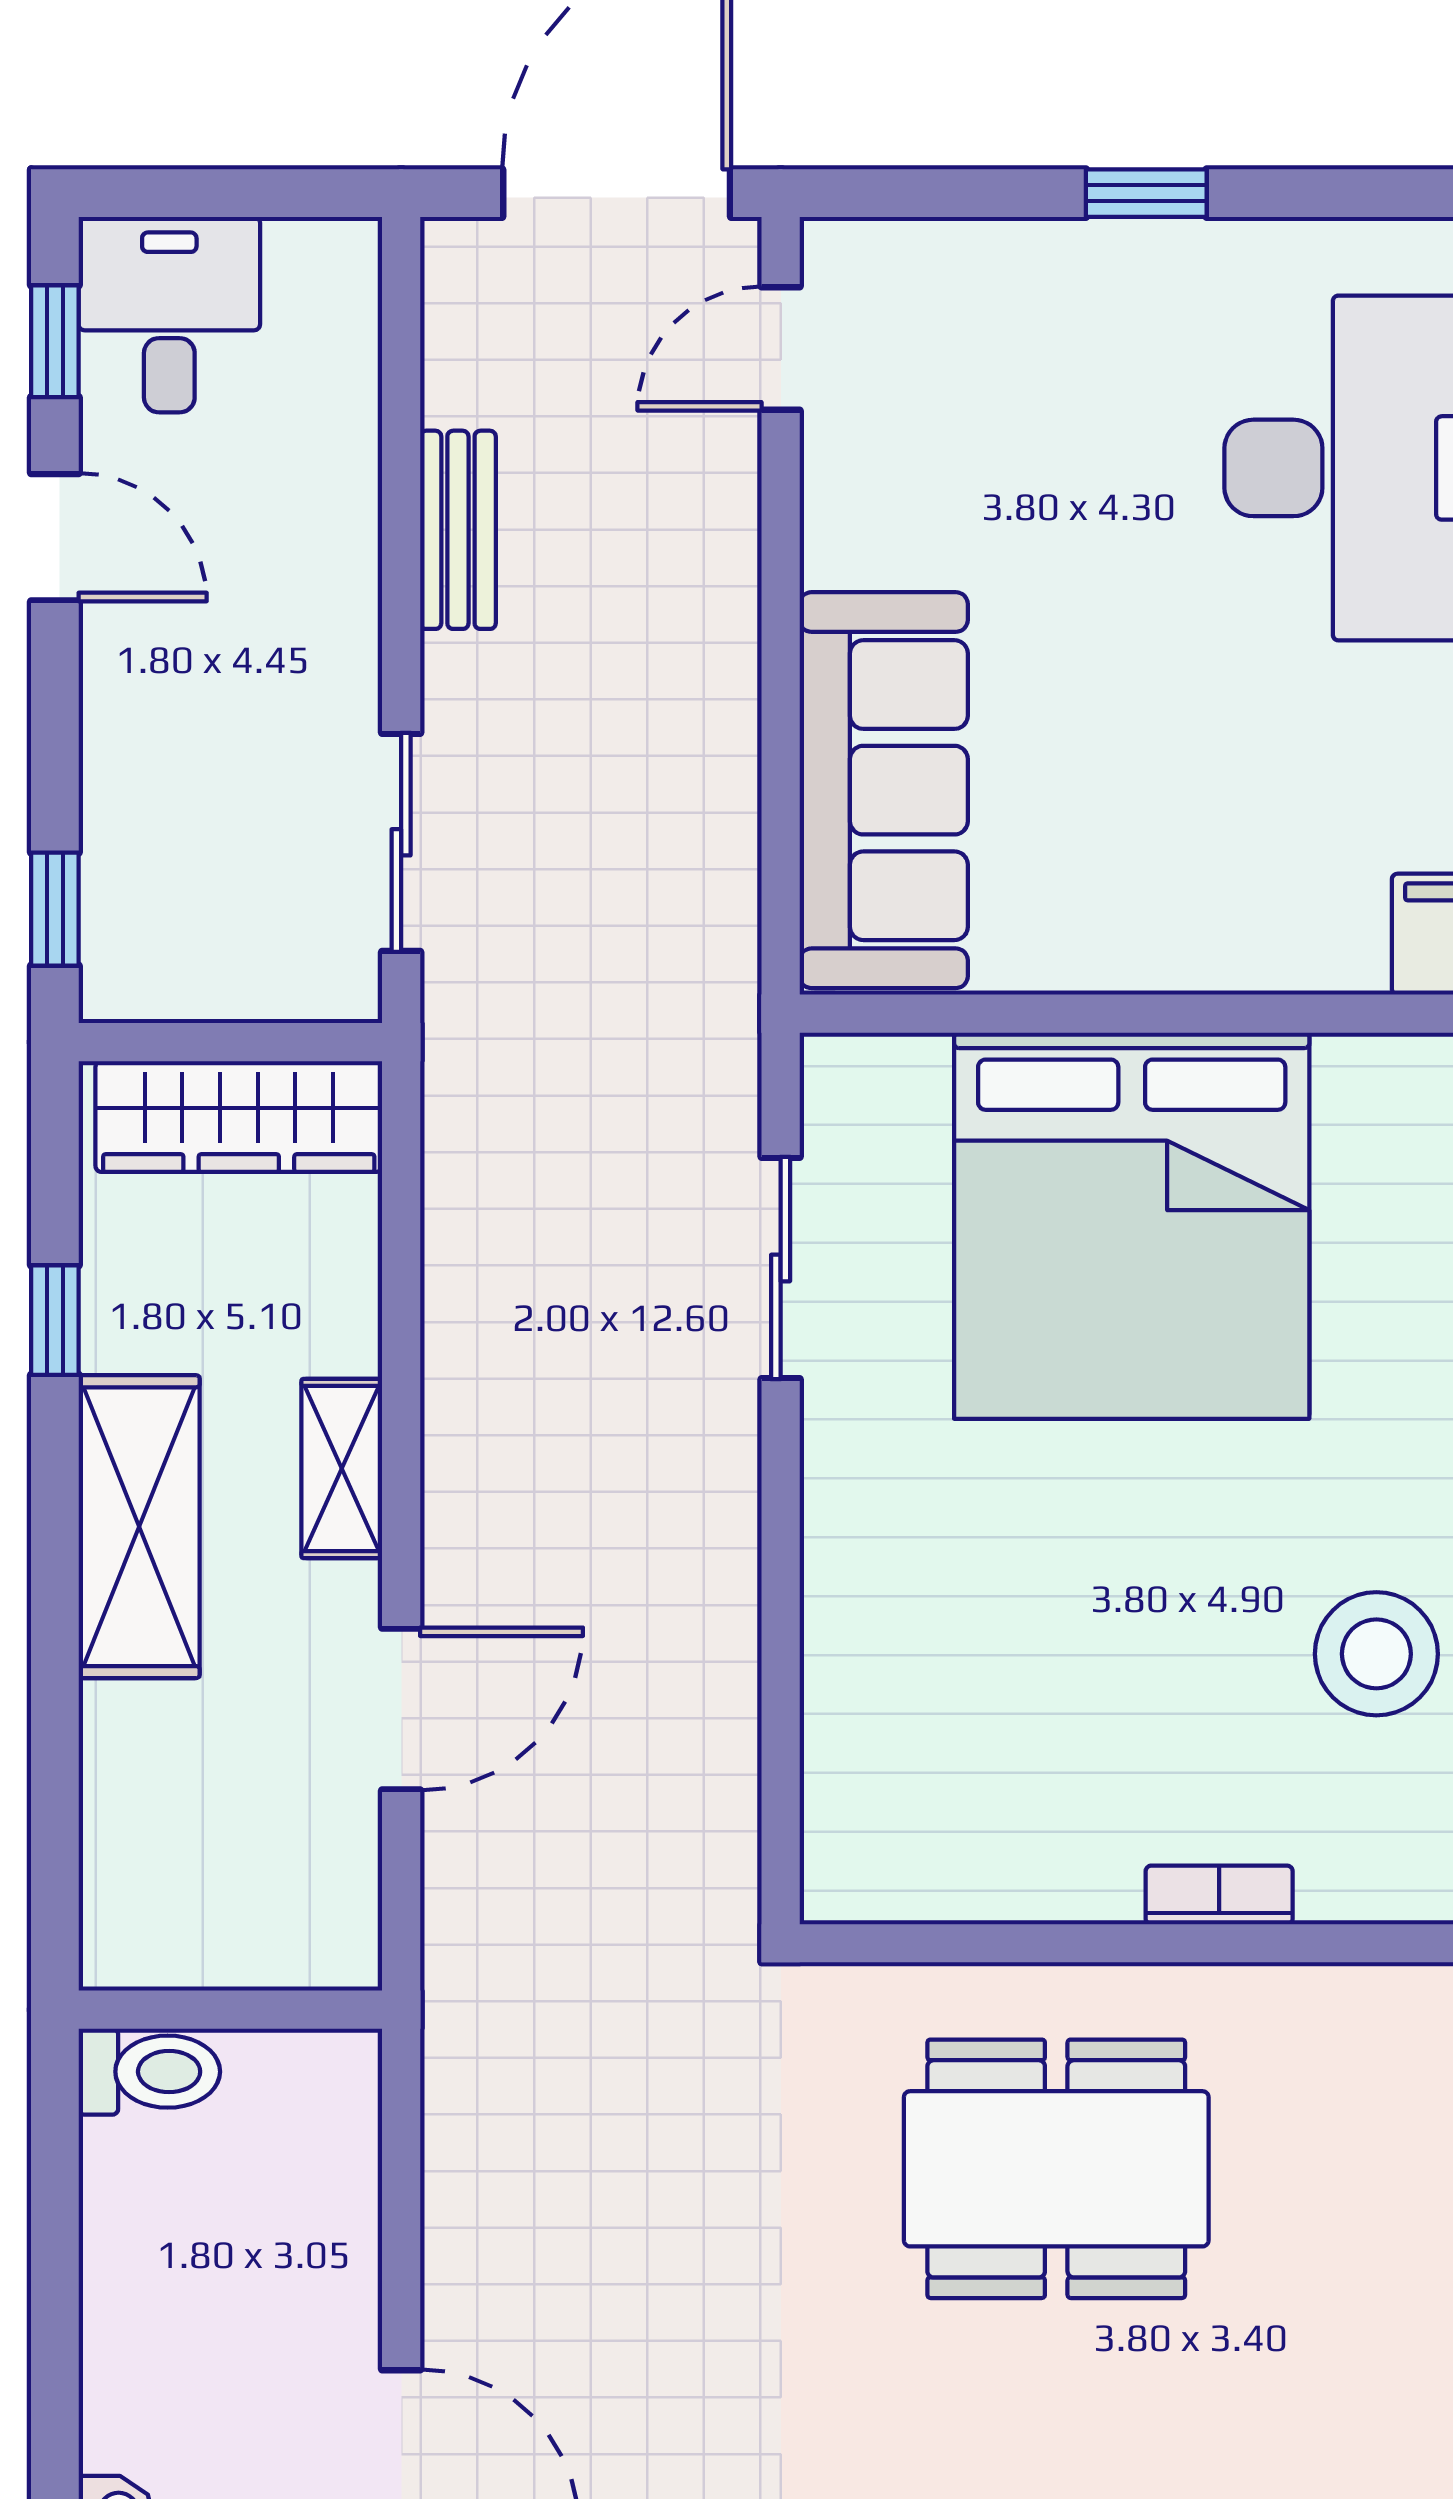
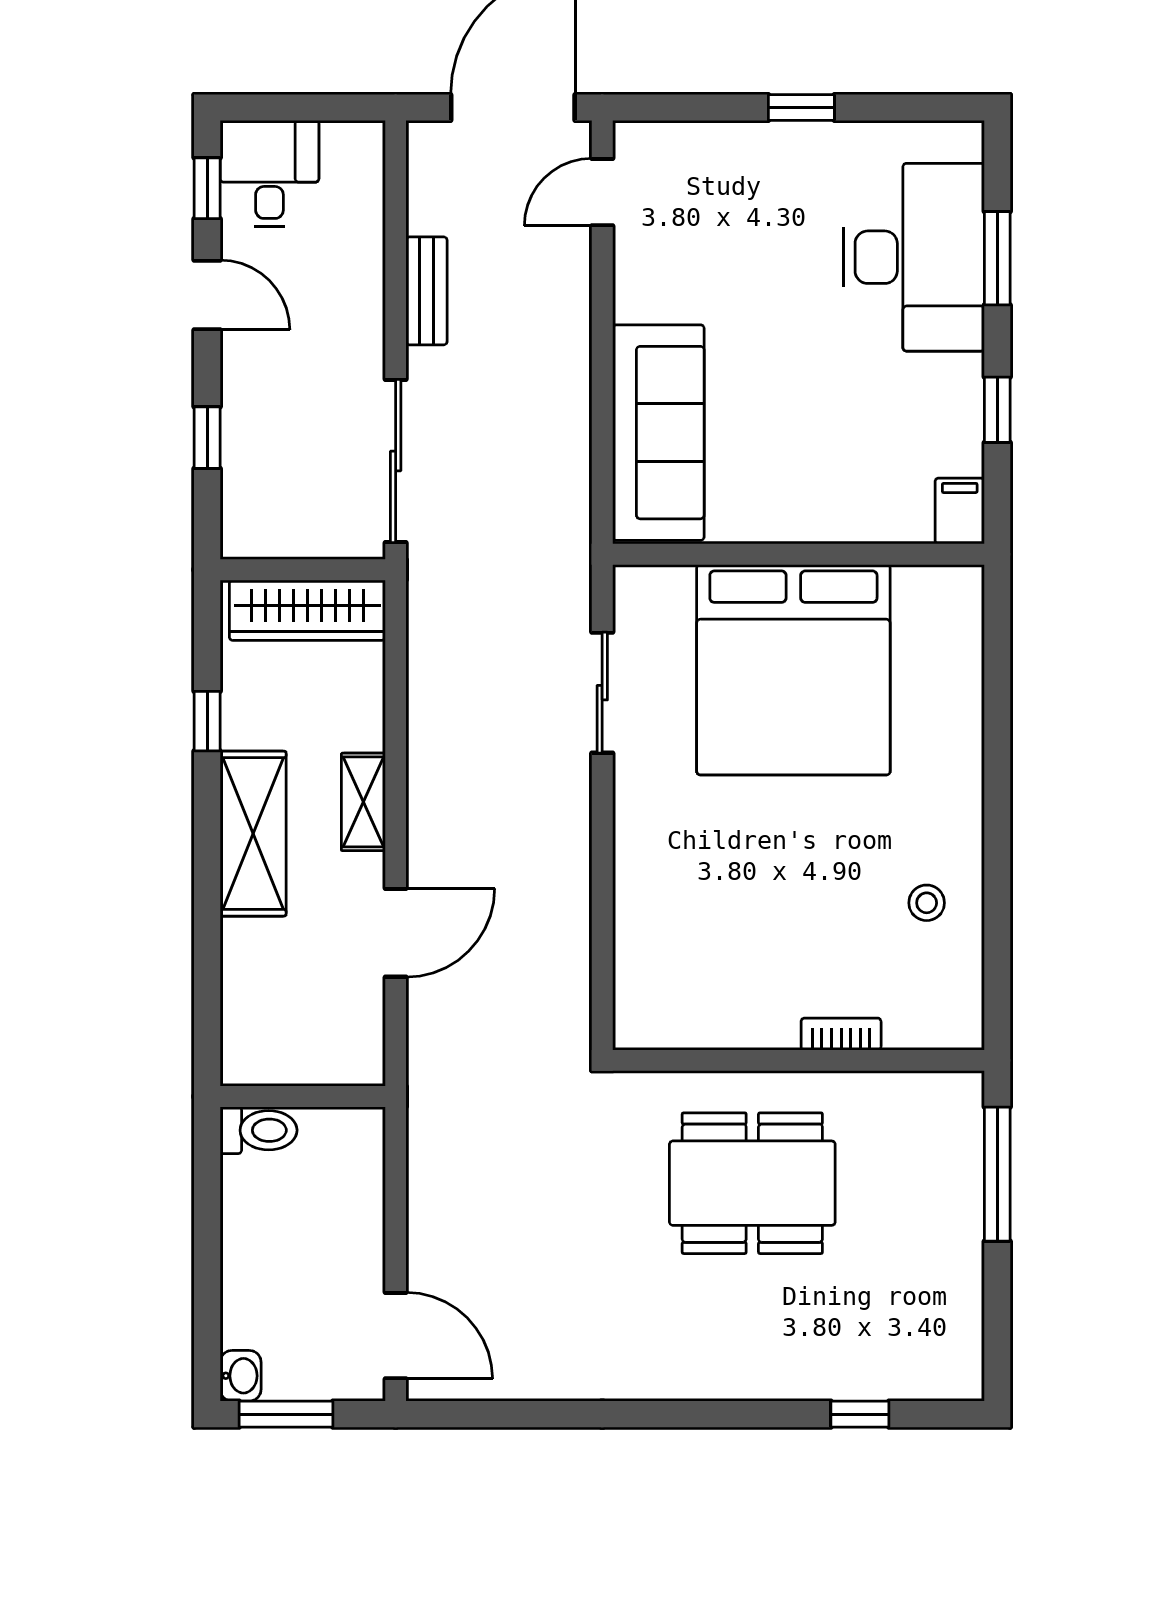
sliding door: (401, 842) -> (396, 461), width x1.37
window: (55, 909) -> (207, 438), moved
stool: (1376, 1654) -> (927, 903), width x0.53, depth x0.53

